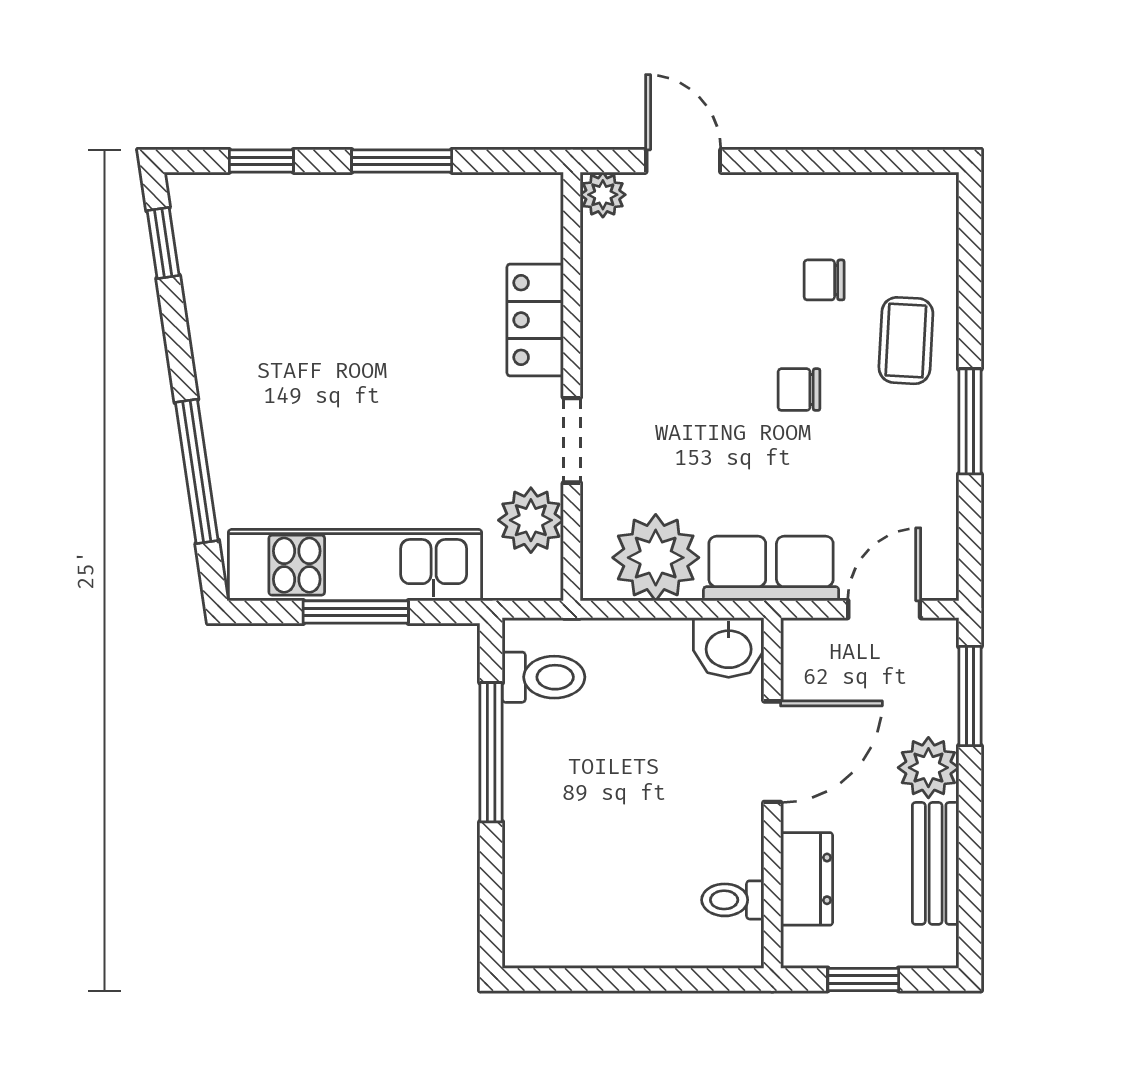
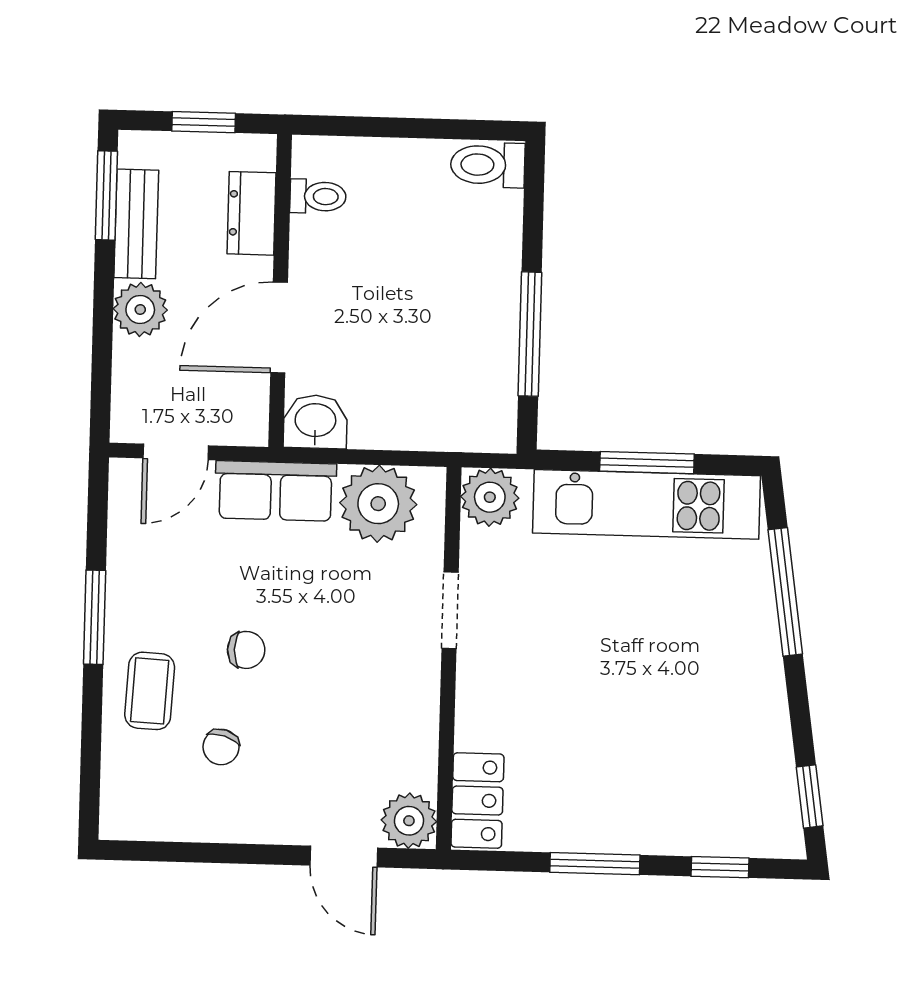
plant: (603, 195) -> (409, 821), width x1.38, depth x1.38
chair: (824, 280) -> (221, 747), turned 107
locker: (535, 320) -> (477, 800), moved
plant: (531, 520) -> (490, 497), moved
toilet: (544, 677) -> (488, 165), moved
window: (970, 696) -> (106, 195), moved

